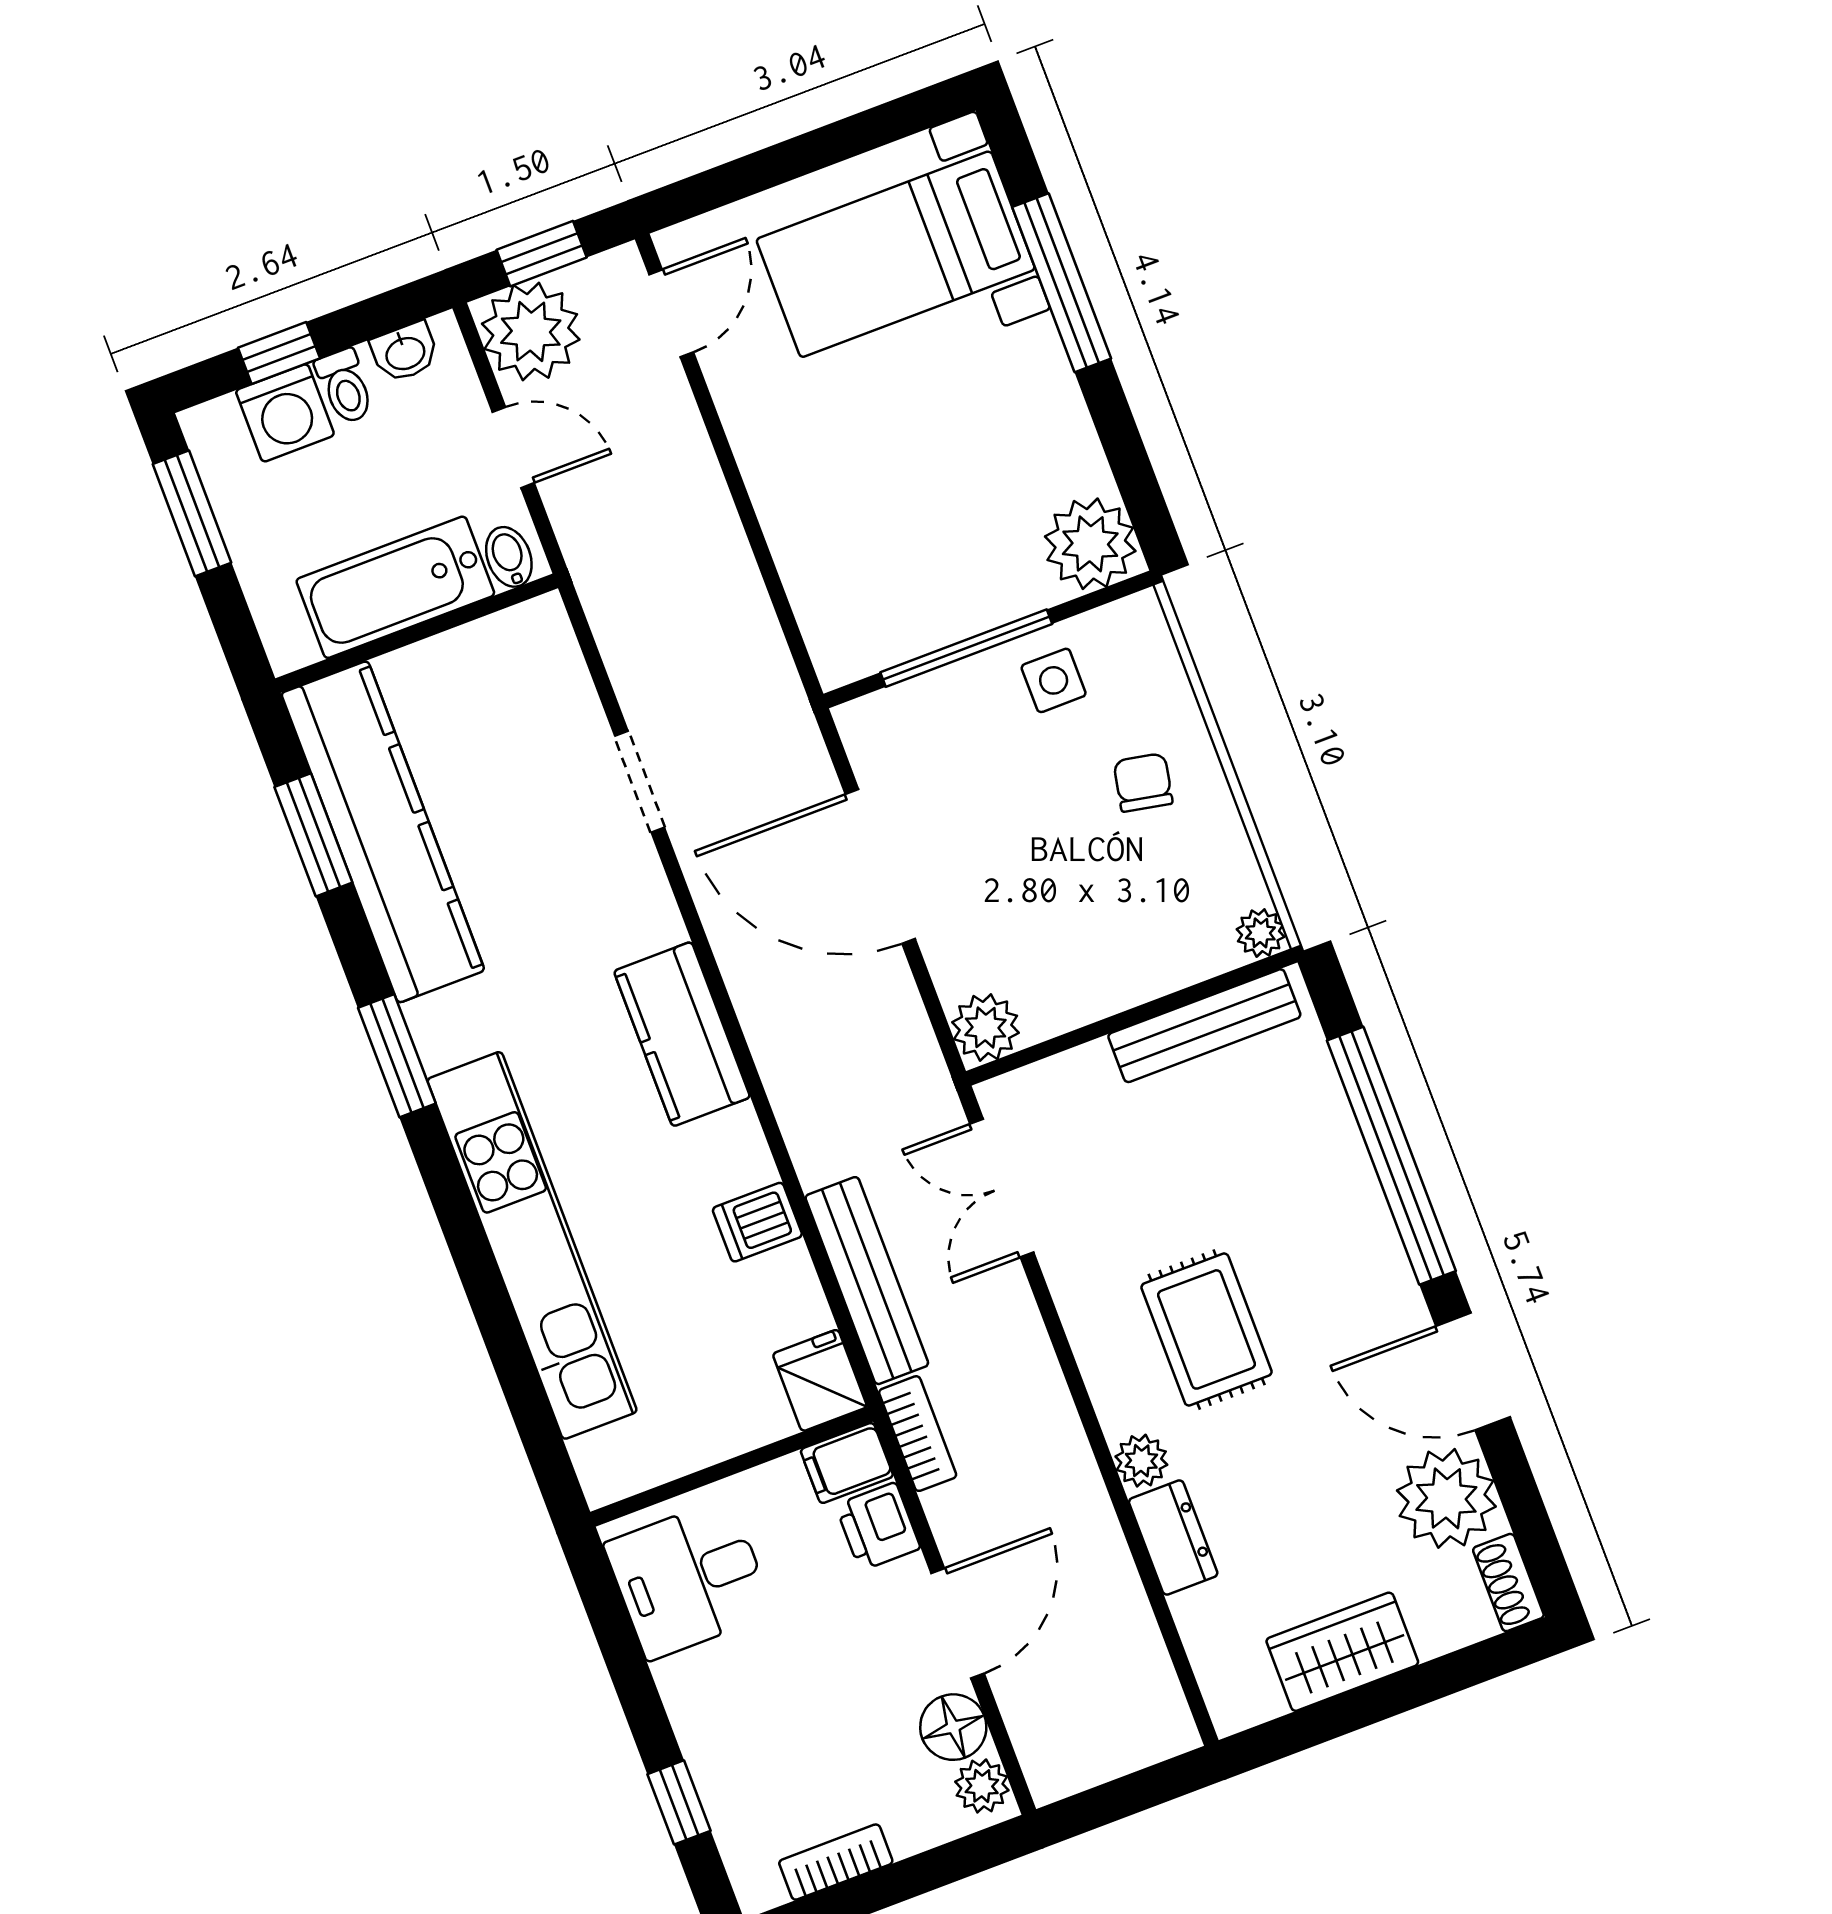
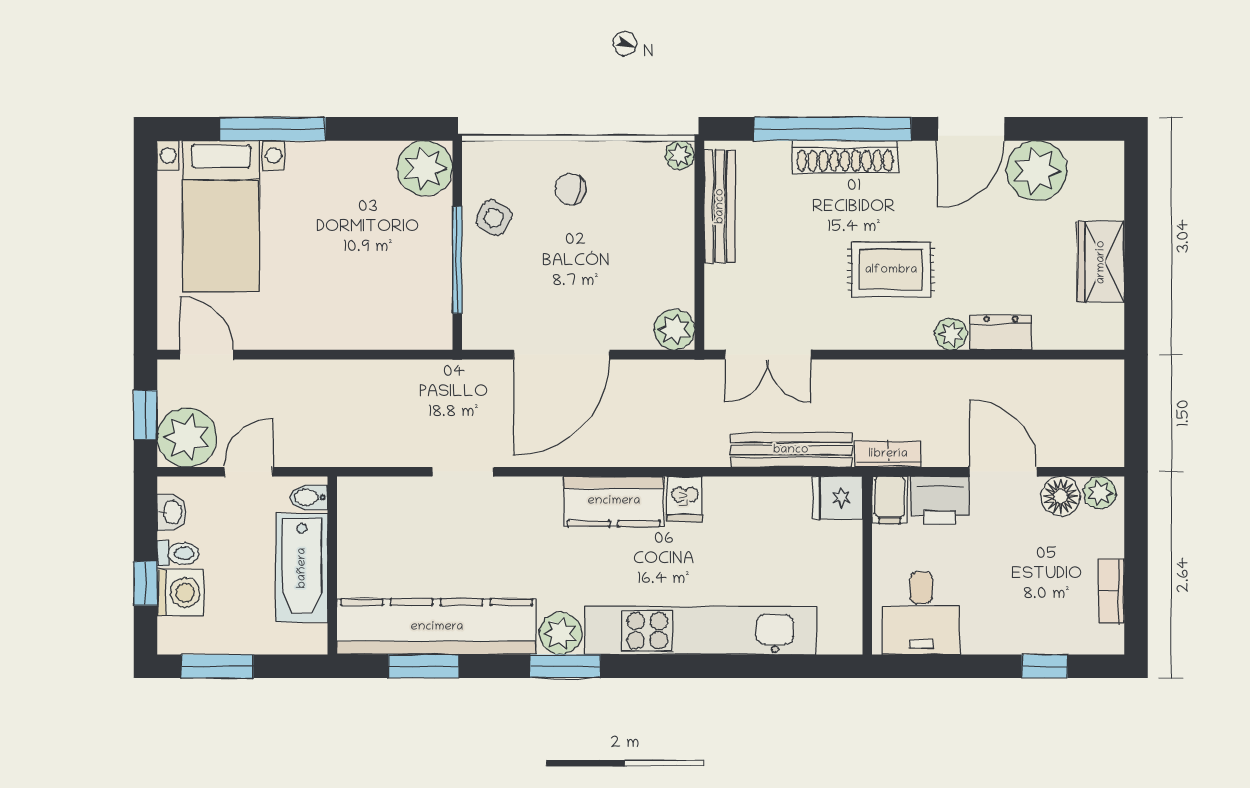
side table: (1054, 680) -> (494, 218), turned 30
plant: (445, 1029) -> (560, 633), added
dishwasher: (757, 1222) -> (685, 499), moved
printer: (878, 1527) -> (940, 501), width x1.36, depth x1.24
shoe rack: (1508, 1583) -> (845, 157), moved, width x1.94, depth x1.24

